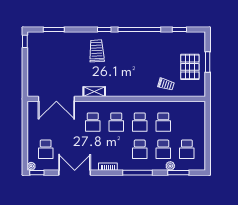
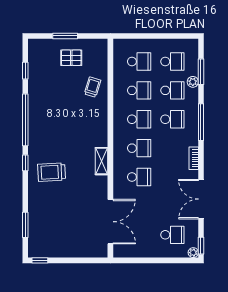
pallet: (190, 67) -> (71, 58), width x0.67, depth x0.71
shelving: (94, 92) -> (102, 161), moved
school desk: (187, 122) -> (139, 61), added

